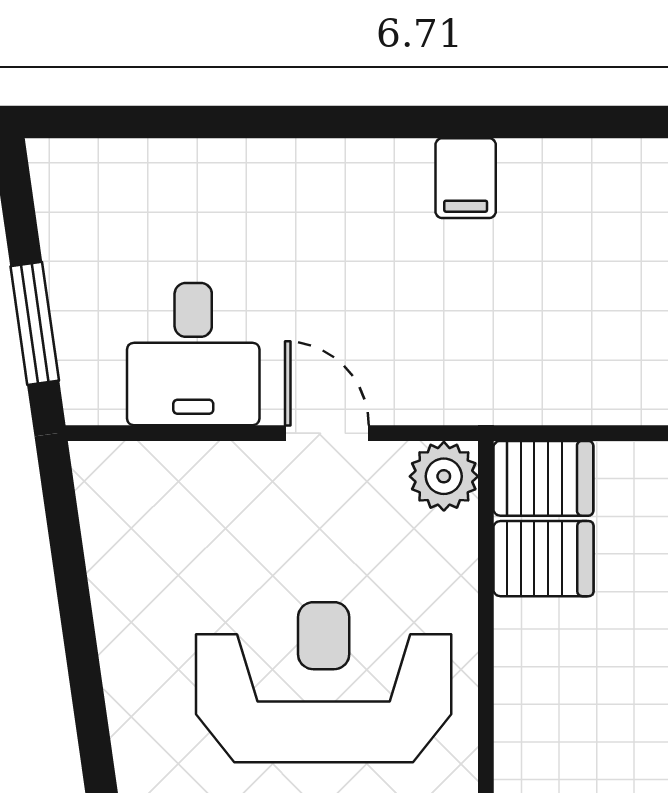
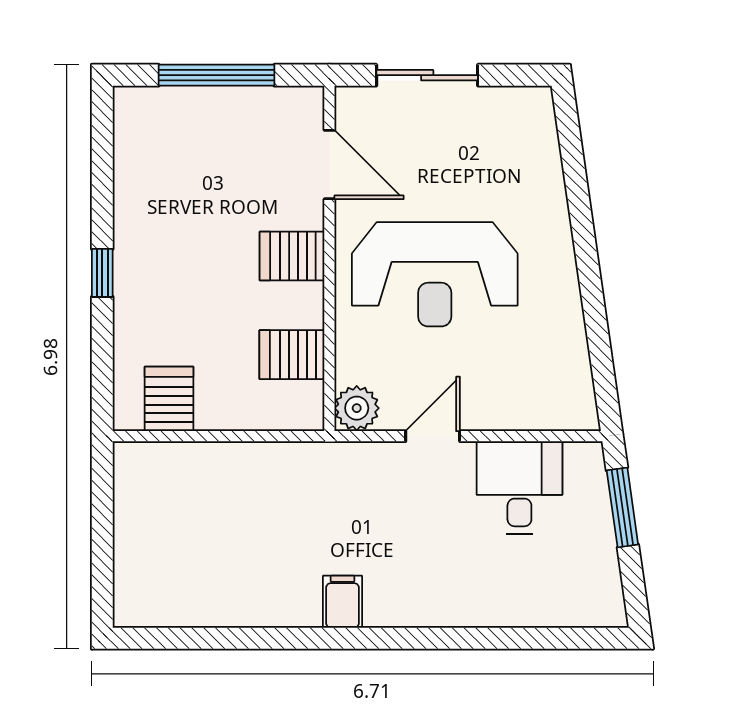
door: (327, 433) -> (433, 436), swing flipped
server rack: (543, 478) -> (292, 256), moved

